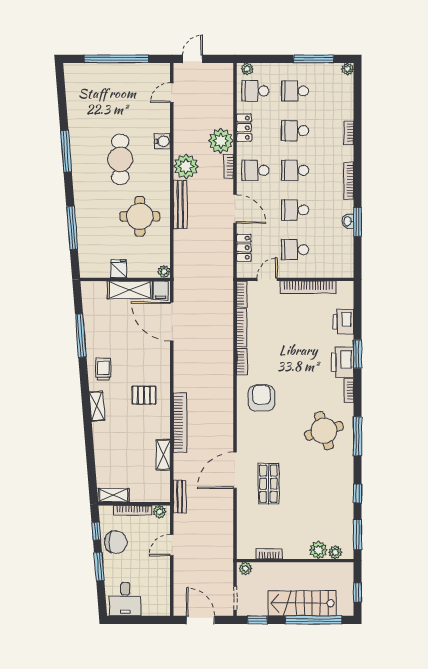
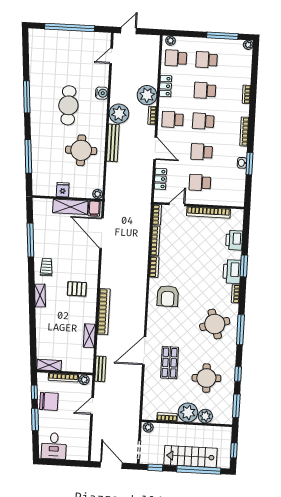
armchair: (261, 398) -> (168, 296), turned 180
round table: (317, 501) -> (206, 378), added
plant: (335, 552) -> (188, 412), moved, width x1.87, depth x1.87

